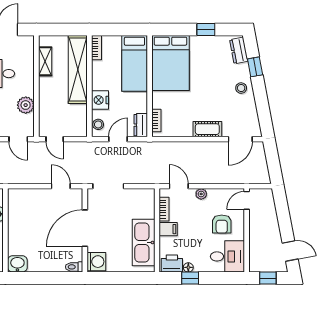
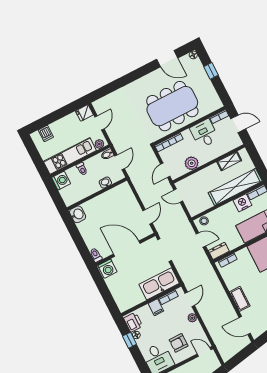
nightstand: (100, 100) -> (242, 203), moved
door: (55, 139) -> (178, 196), hinge flipped
kitchen sink: (144, 242) -> (159, 284), moved

